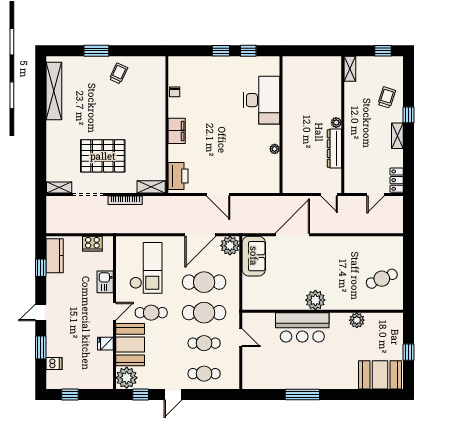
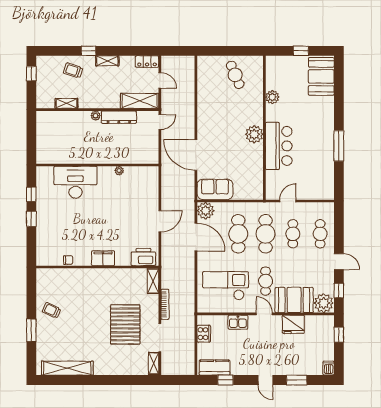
shelving: (350, 69) -> (66, 103), moved
shelving: (353, 172) -> (140, 101), added
fridge: (105, 344) -> (293, 324), width x1.88, depth x1.34
dishwasher: (54, 363) -> (329, 368), moved
window: (70, 395) -> (339, 335), moved

